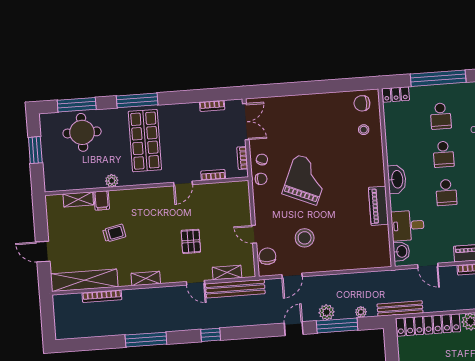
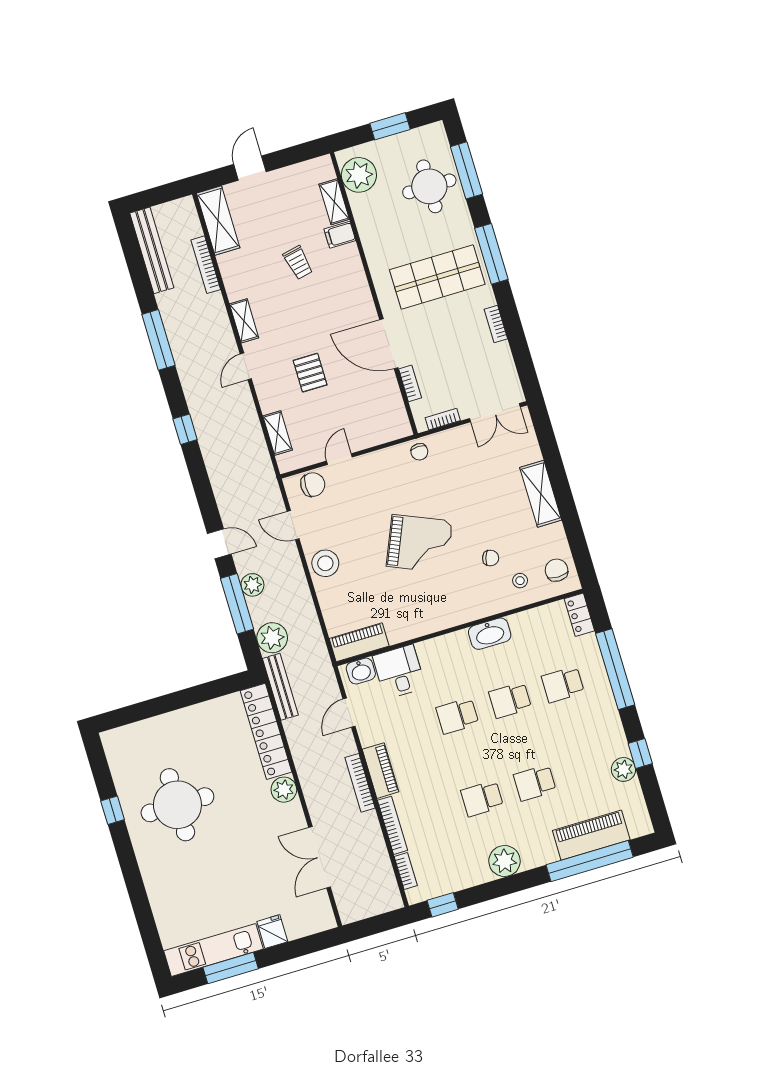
shelving: (308, 103) -> (541, 494), added
bookcase: (212, 106) -> (496, 324), moved
chair: (262, 160) -> (491, 558), moved
washbasin: (397, 179) -> (490, 634), moved
grand piano: (306, 180) -> (419, 544), moved
plant: (112, 181) -> (359, 175), moved, width x1.87, depth x1.87
door: (183, 183) -> (389, 344), width x1.88
piano: (378, 206) -> (359, 642), moved
stool: (305, 238) -> (325, 563), moved
pallet: (191, 241) -> (310, 373), turned 90
shelving: (84, 280) -> (218, 221), width x0.68
door: (195, 283) -> (246, 366), moved
bench: (235, 289) -> (152, 250), moved
plant: (361, 312) -> (272, 638), width x1.87, depth x1.87

